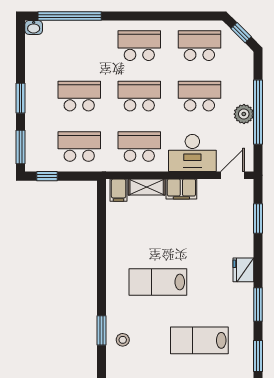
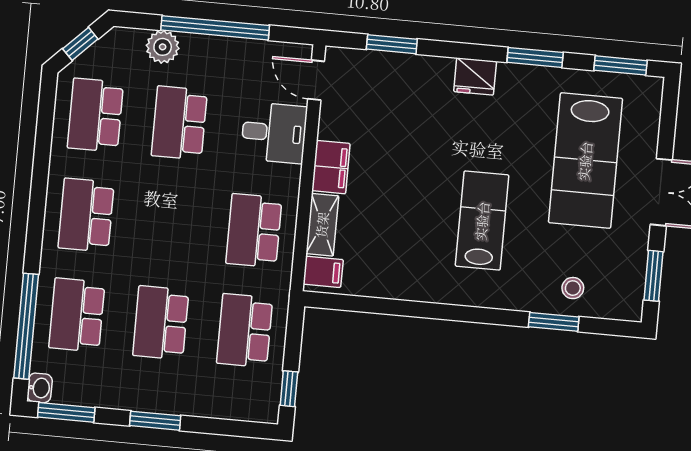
school desk: (139, 96) -> (77, 315), moved
plant: (244, 114) -> (163, 47), moved
window: (21, 147) -> (66, 412), moved
desk: (192, 153) -> (274, 133), width x0.73
lab bench: (158, 282) -> (482, 221), turned 180
lab bench: (199, 340) -> (585, 161), width x1.36, depth x1.39

